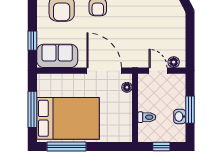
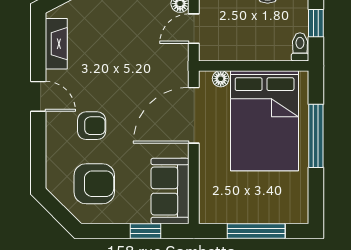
toilet: (147, 117) -> (300, 47), moved
bed: (68, 118) -> (265, 121), moved, turned 180
window: (67, 146) -> (316, 136), moved

